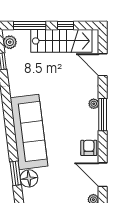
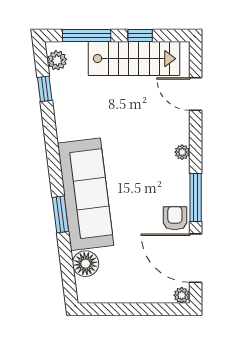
window: (103, 115) -> (196, 198), moved
window: (16, 173) -> (60, 214), moved
door: (103, 175) -> (196, 258), width x1.36

